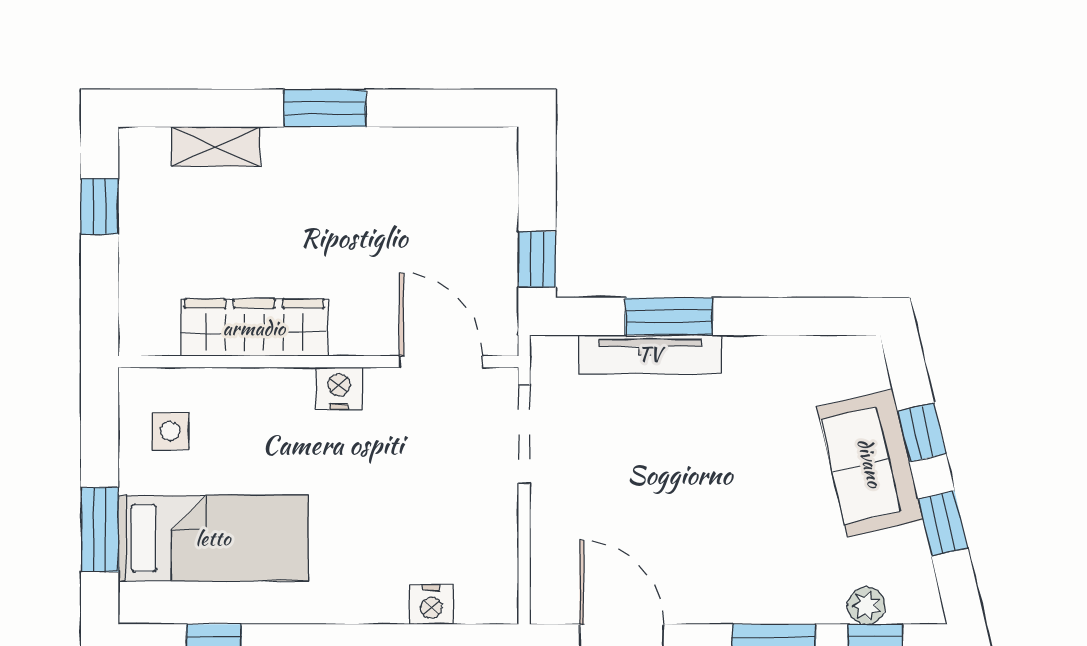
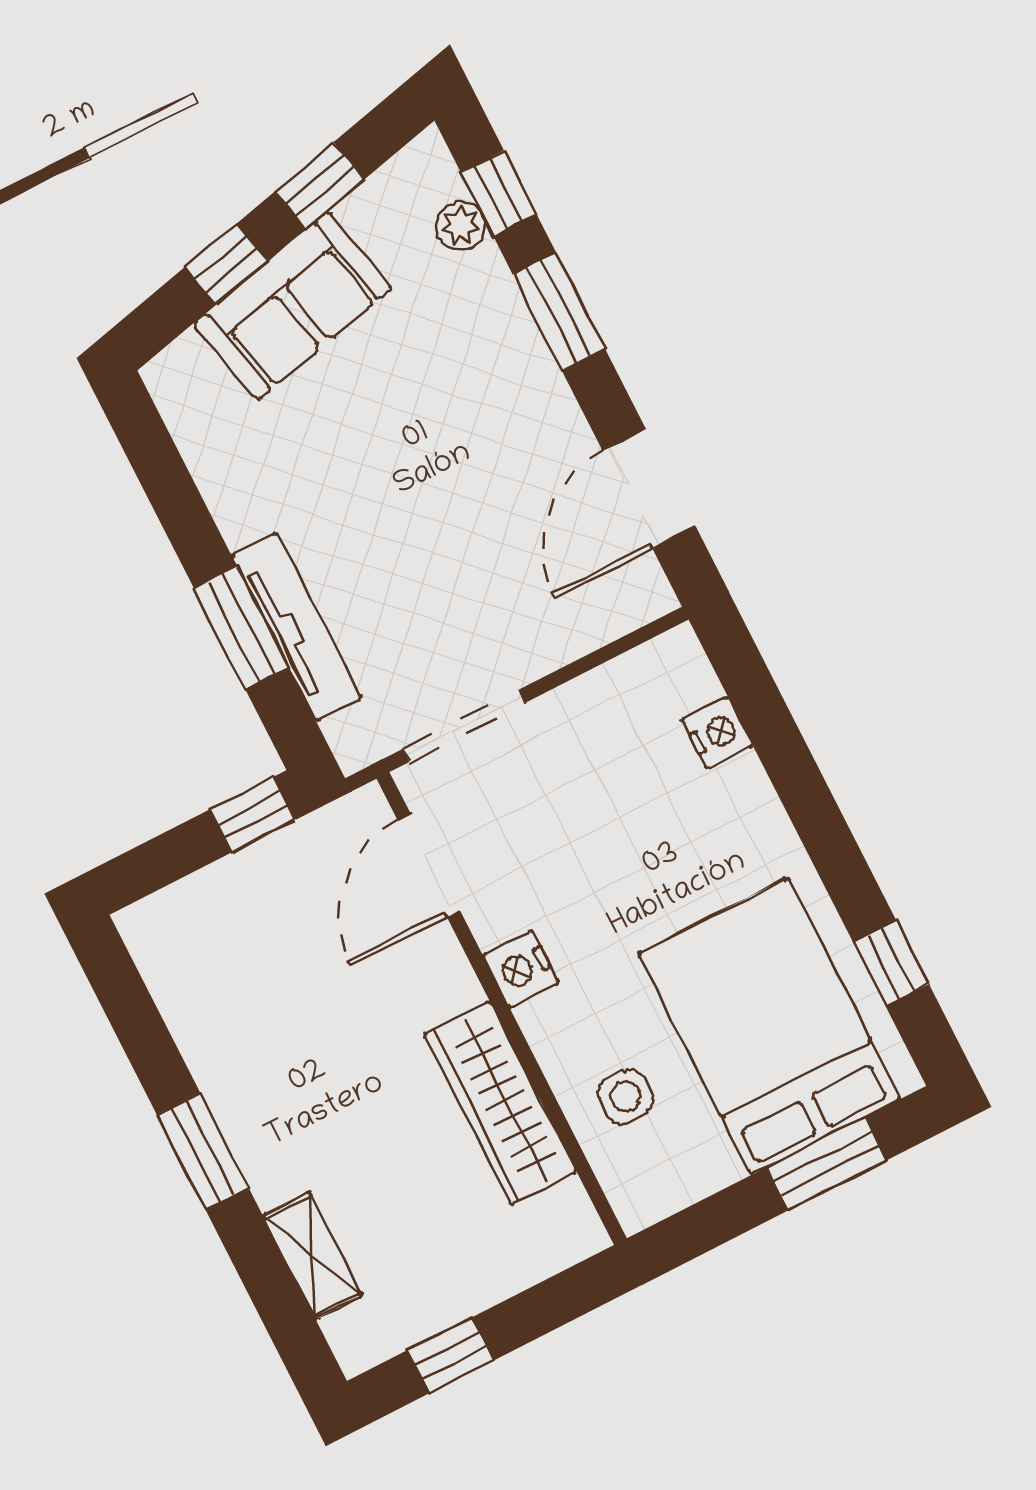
side table: (170, 431) -> (625, 1097), moved
bed: (213, 538) -> (769, 1026), width x1.50

